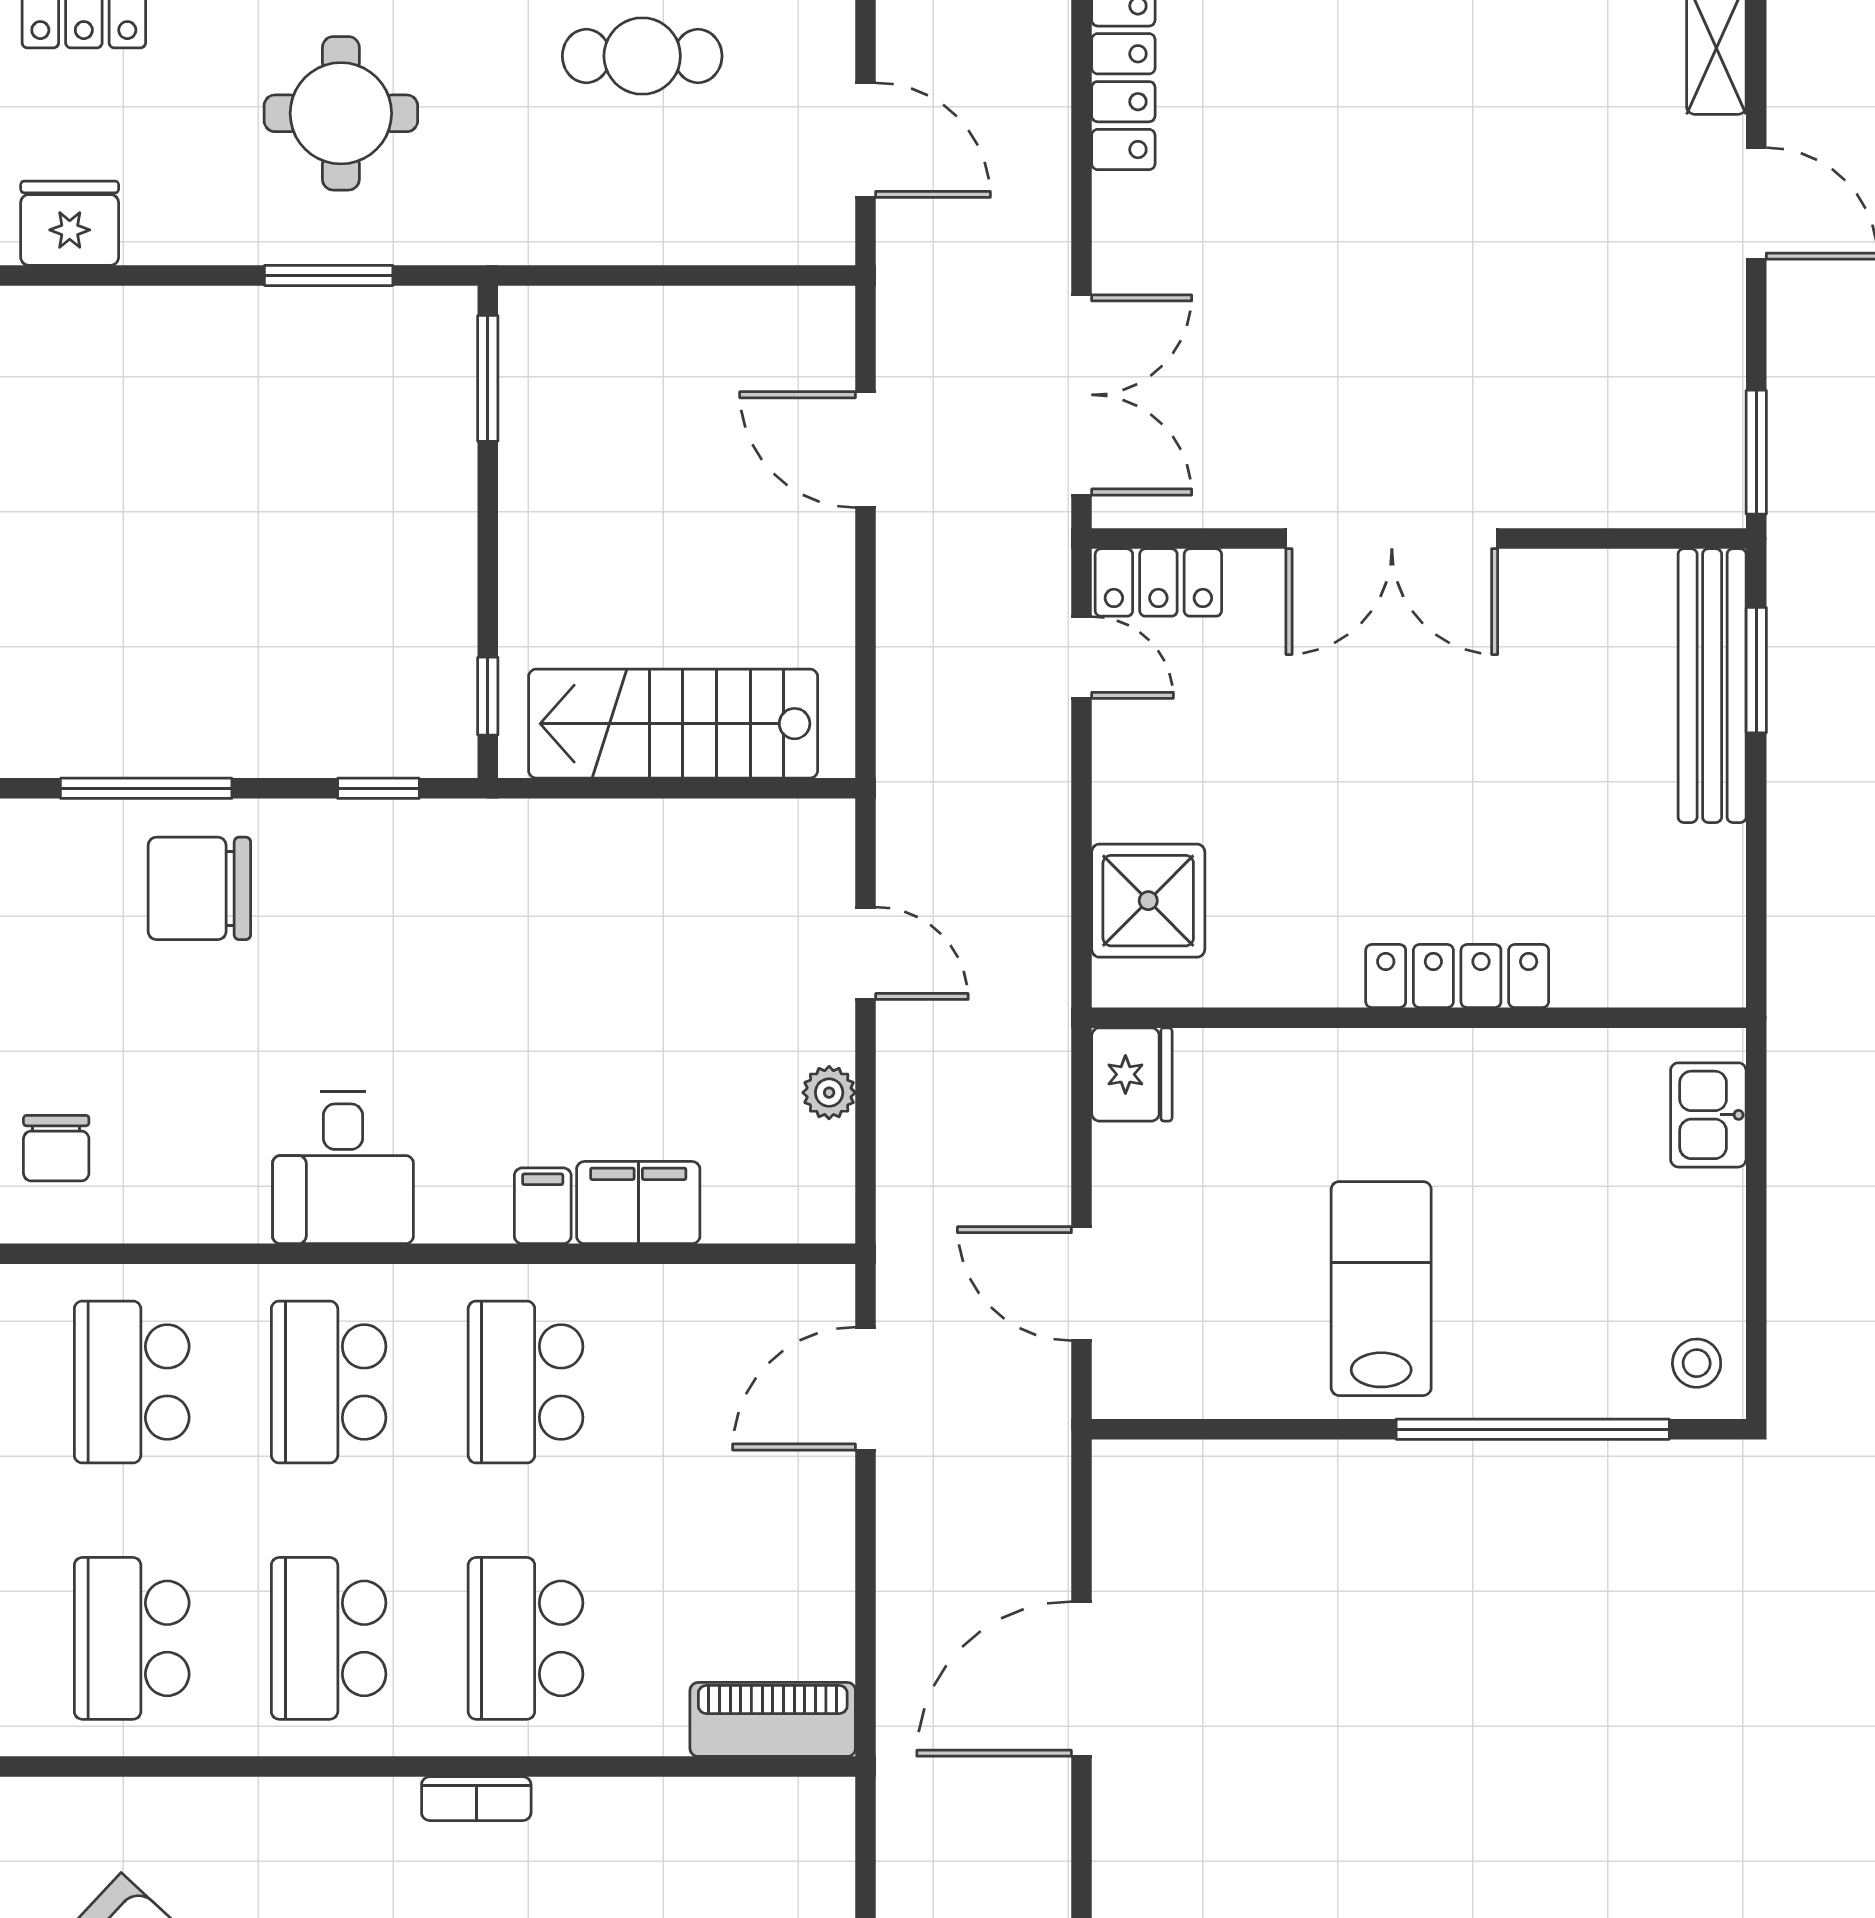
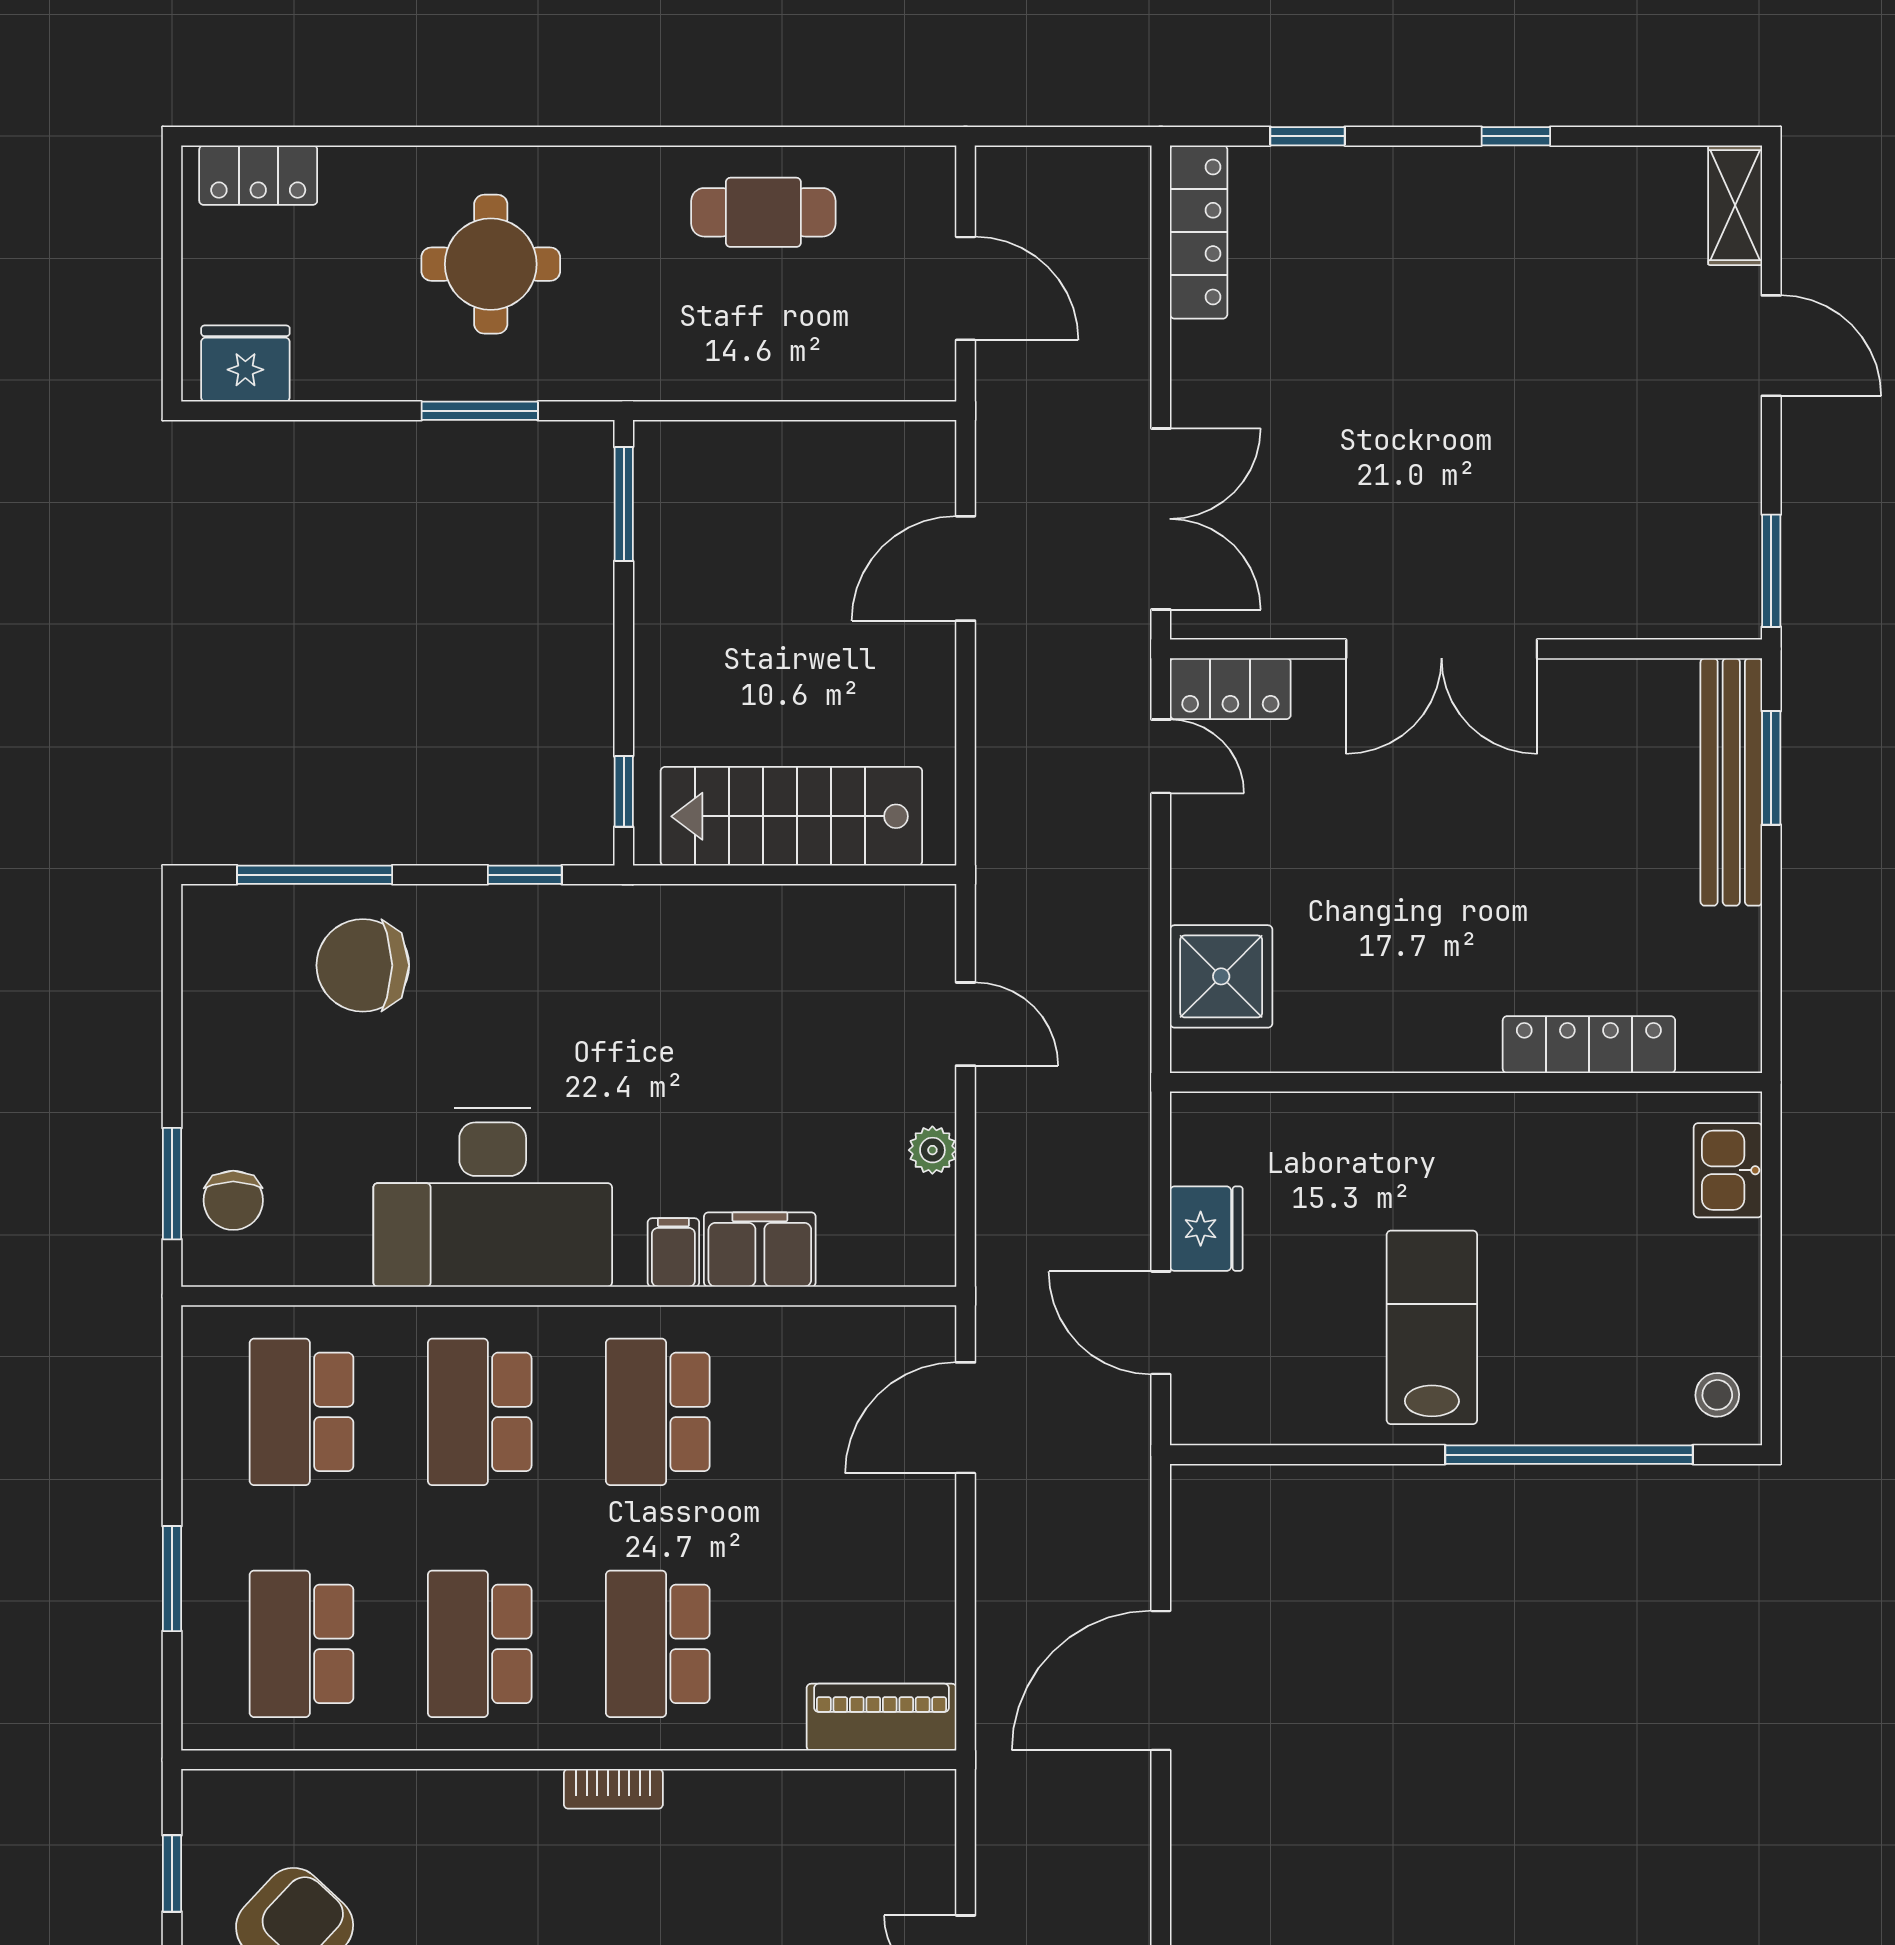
door: (866, 450) -> (966, 568), hinge flipped
locker: (1457, 976) -> (1589, 1045), moved
fridge: (1132, 1074) -> (1206, 1229), moved
desk: (343, 1168) -> (493, 1197), width x1.87, depth x1.30

